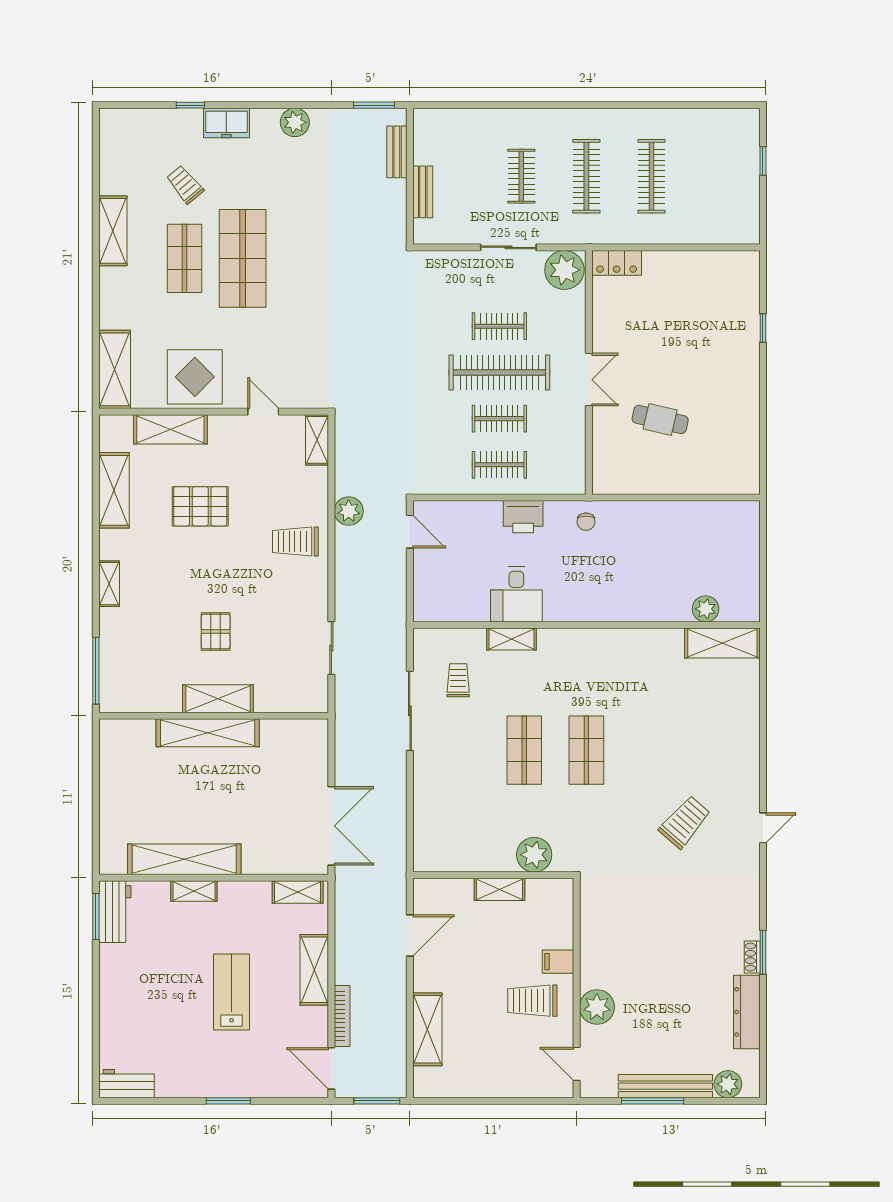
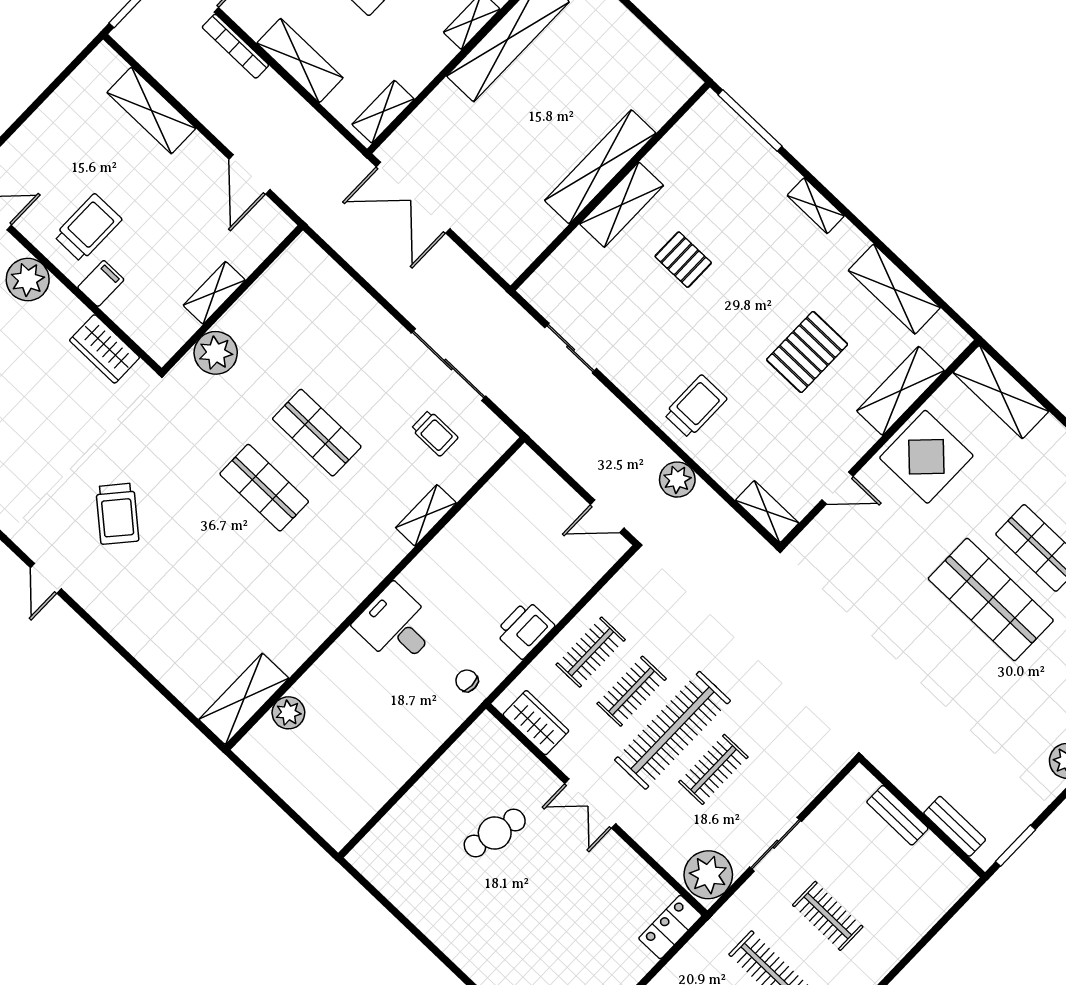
wardrobe: (572, 457) -> (536, 723), added
desk: (516, 594) -> (396, 626), moved
wardrobe: (595, 923) -> (105, 349), added

